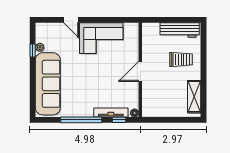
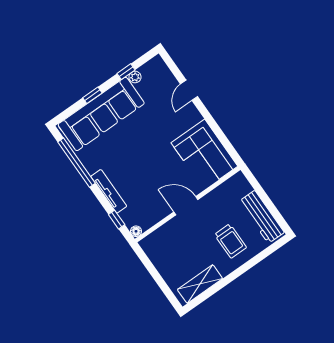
corner sofa: (101, 38) -> (204, 154), moved
window: (33, 81) -> (92, 95), added
tv unit: (111, 112) -> (109, 191), moved
window: (81, 120) -> (77, 163), moved

